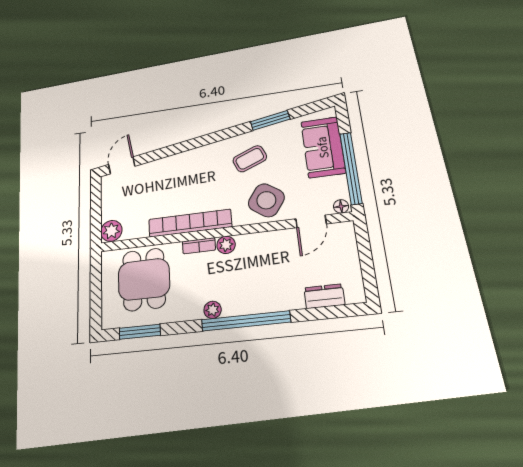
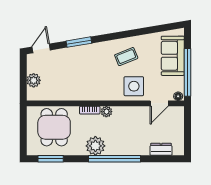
window: (270, 120) -> (79, 42), moved
side table: (266, 200) -> (134, 86), turned -35
bookcase: (190, 223) -> (85, 95), removed
plant: (111, 231) -> (34, 80), moved
plant: (213, 310) -> (95, 146), width x1.88, depth x1.88

